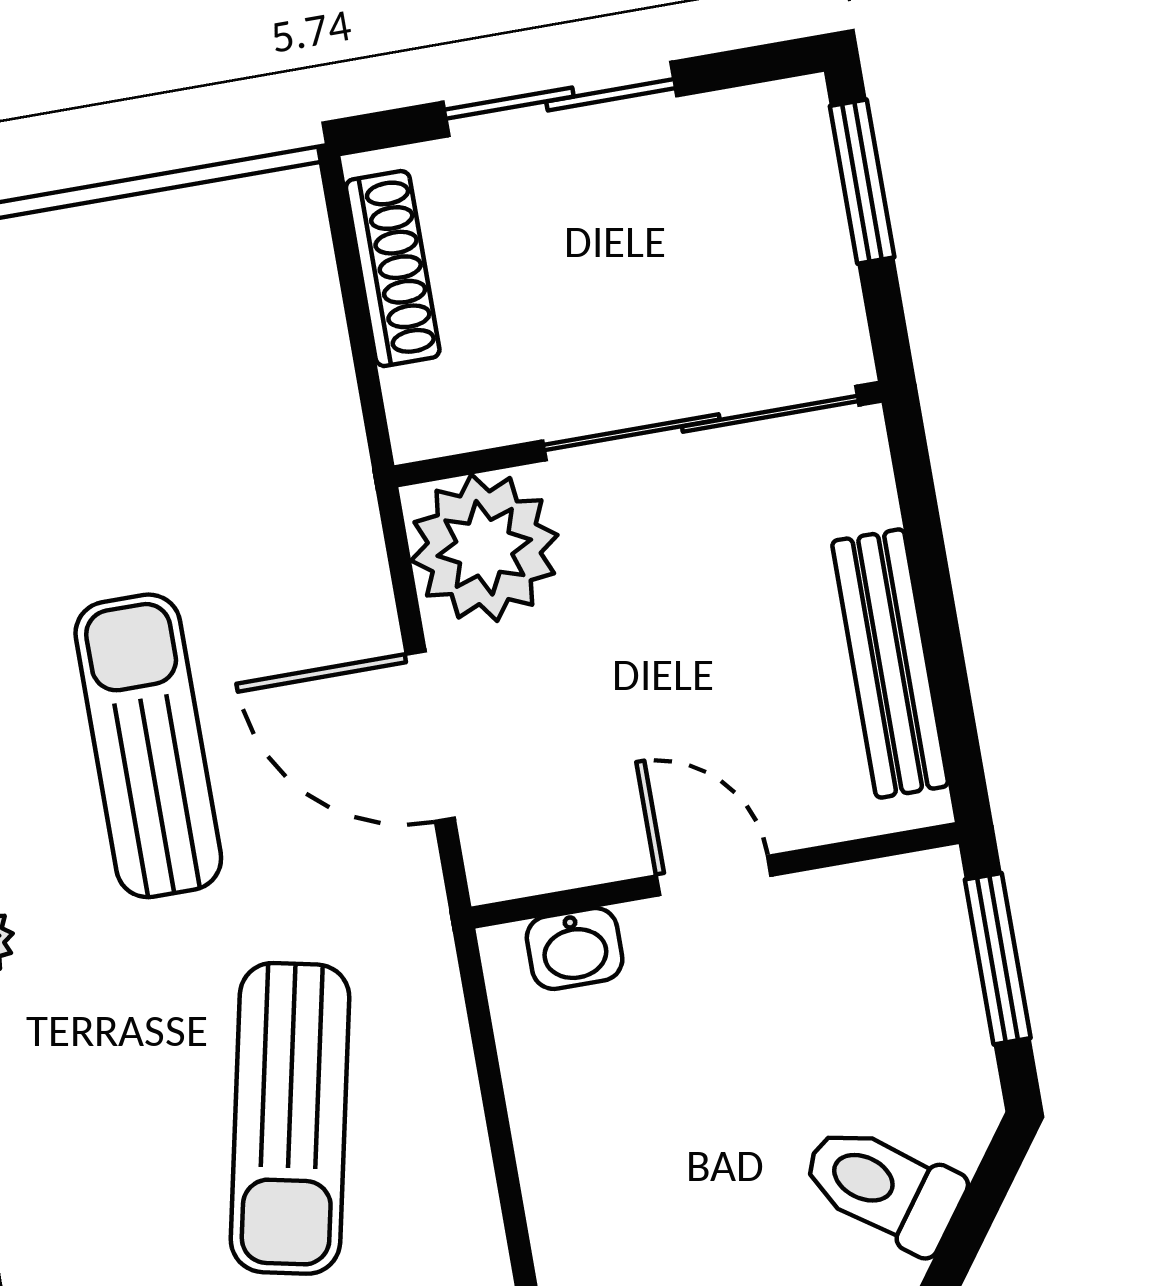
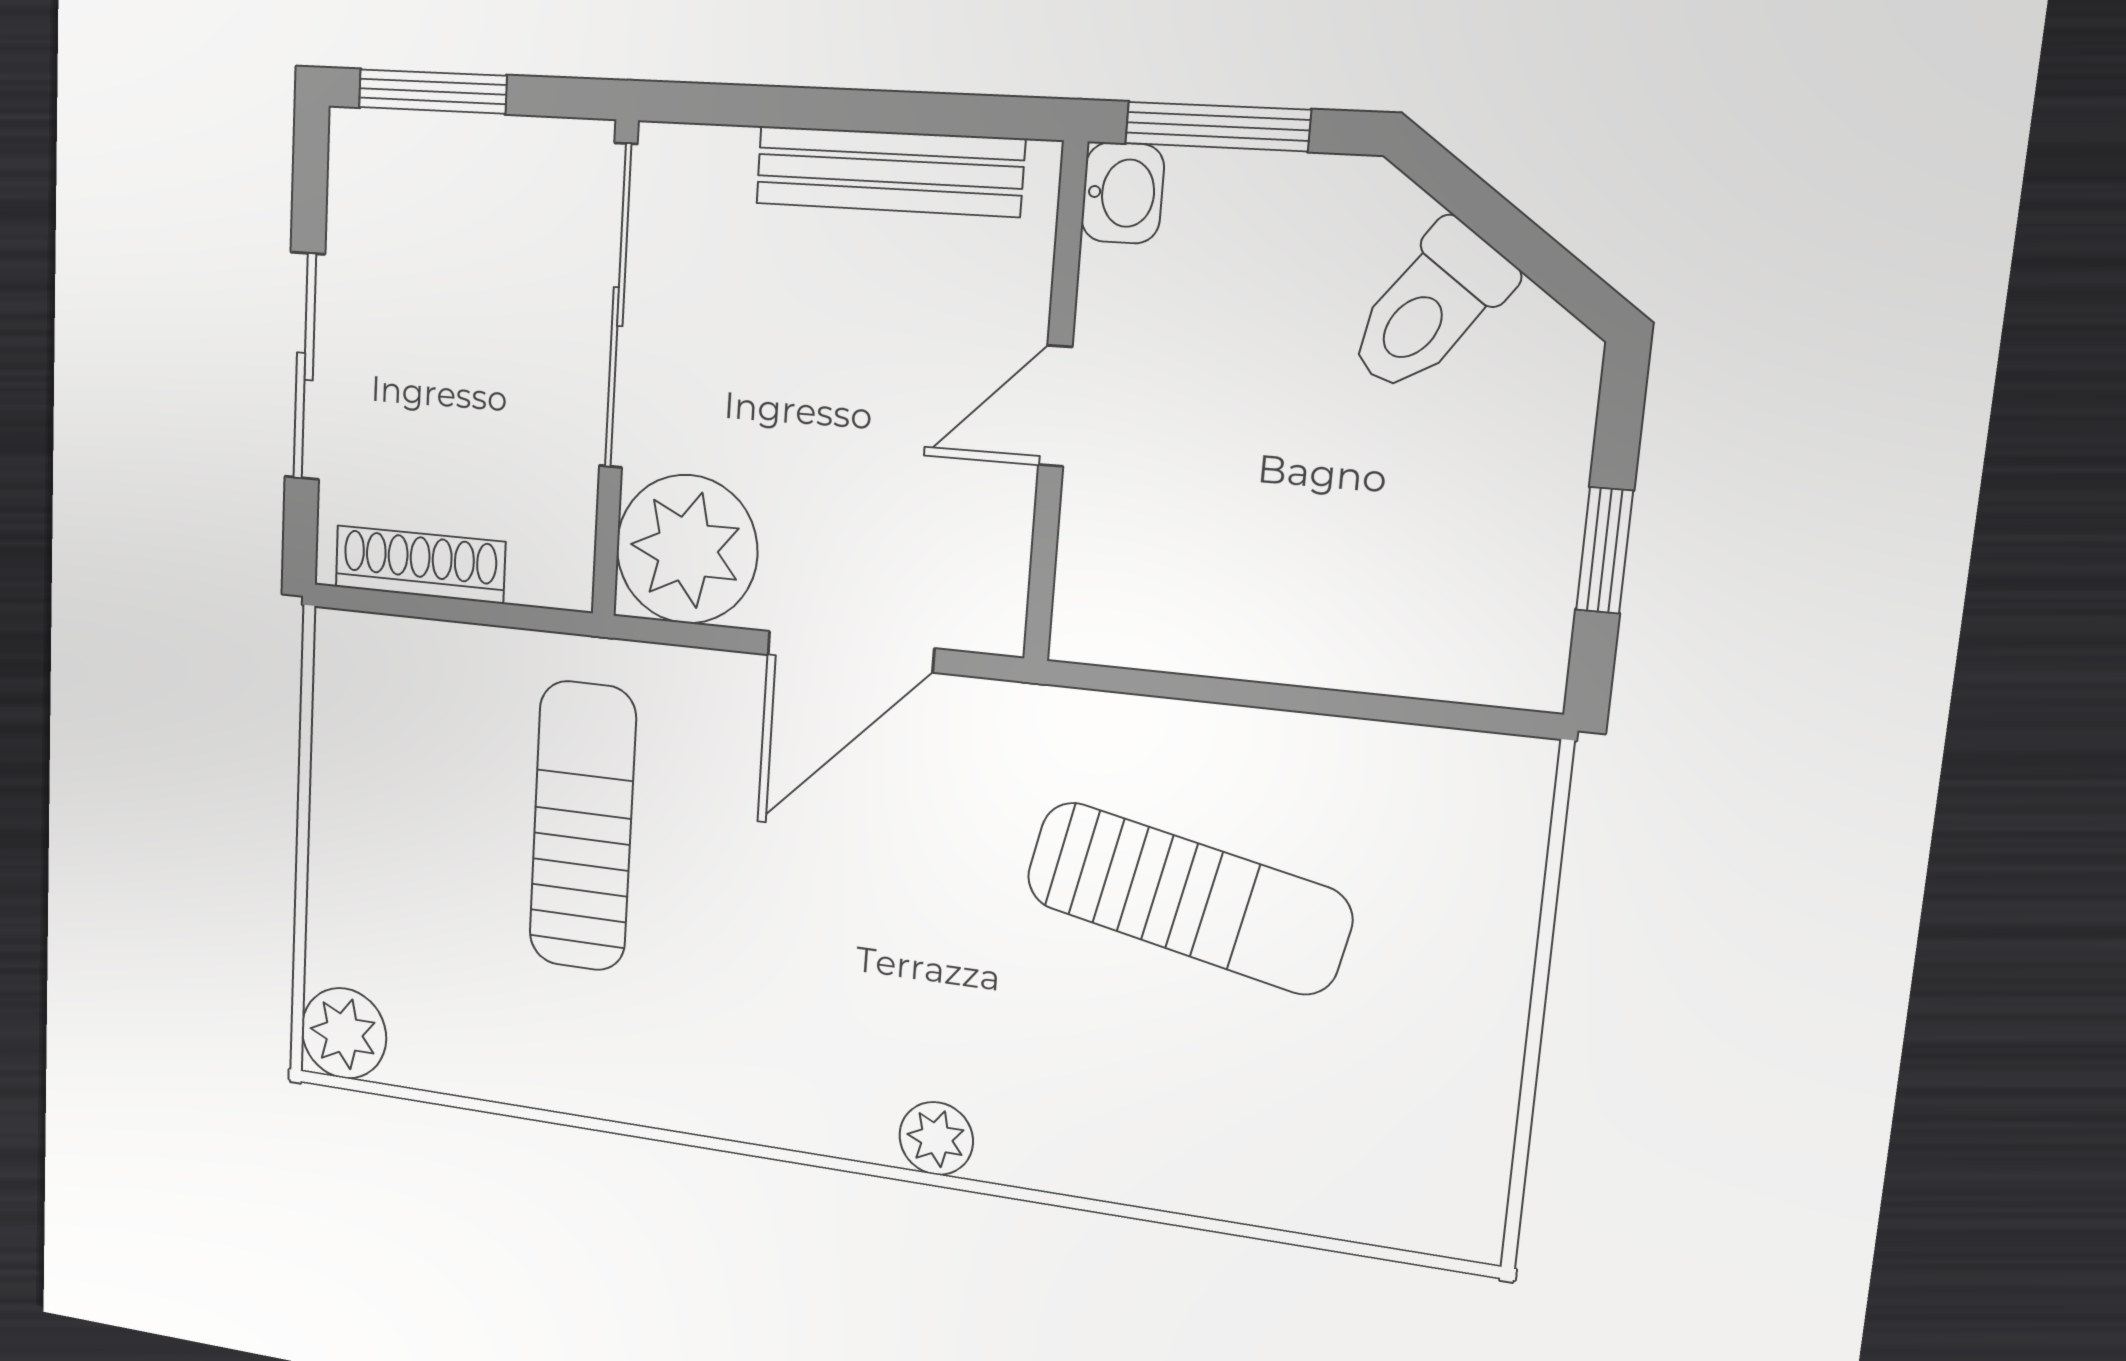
sun lounger: (148, 746) -> (582, 826), moved, turned 90
washbasin: (575, 949) -> (1123, 193), moved

